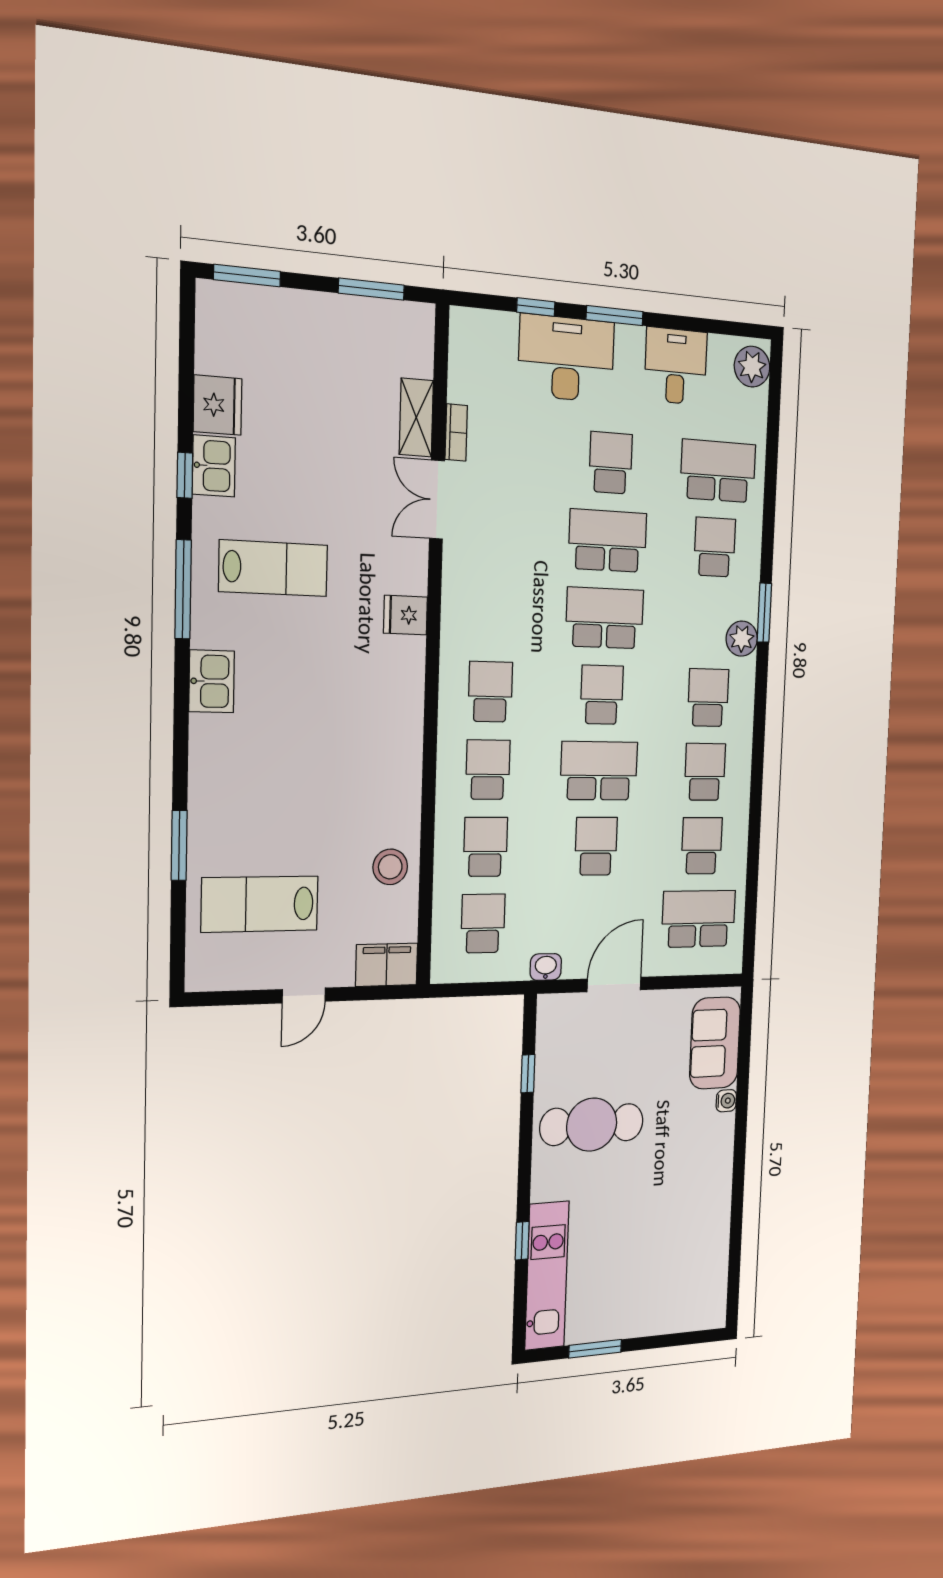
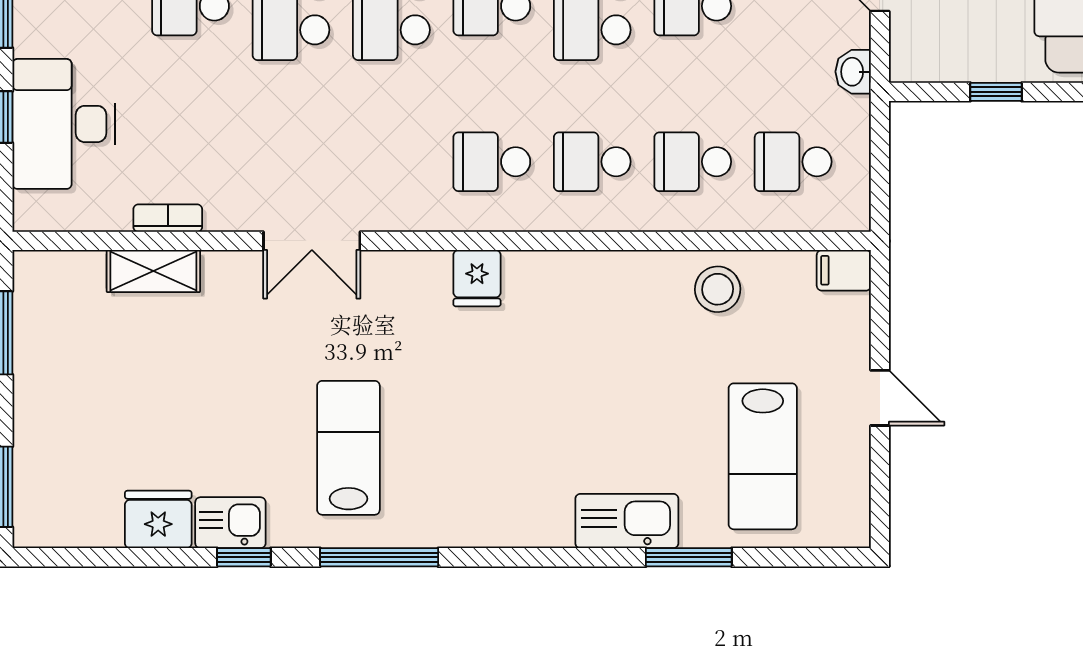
desk: (566, 358) -> (63, 124), moved
double door: (437, 500) -> (312, 241), moved
fridge: (405, 615) -> (477, 278), moved
kitchen sink: (212, 681) -> (627, 521), moved, width x1.38
filing cabinet: (387, 965) -> (844, 270), width x0.50

